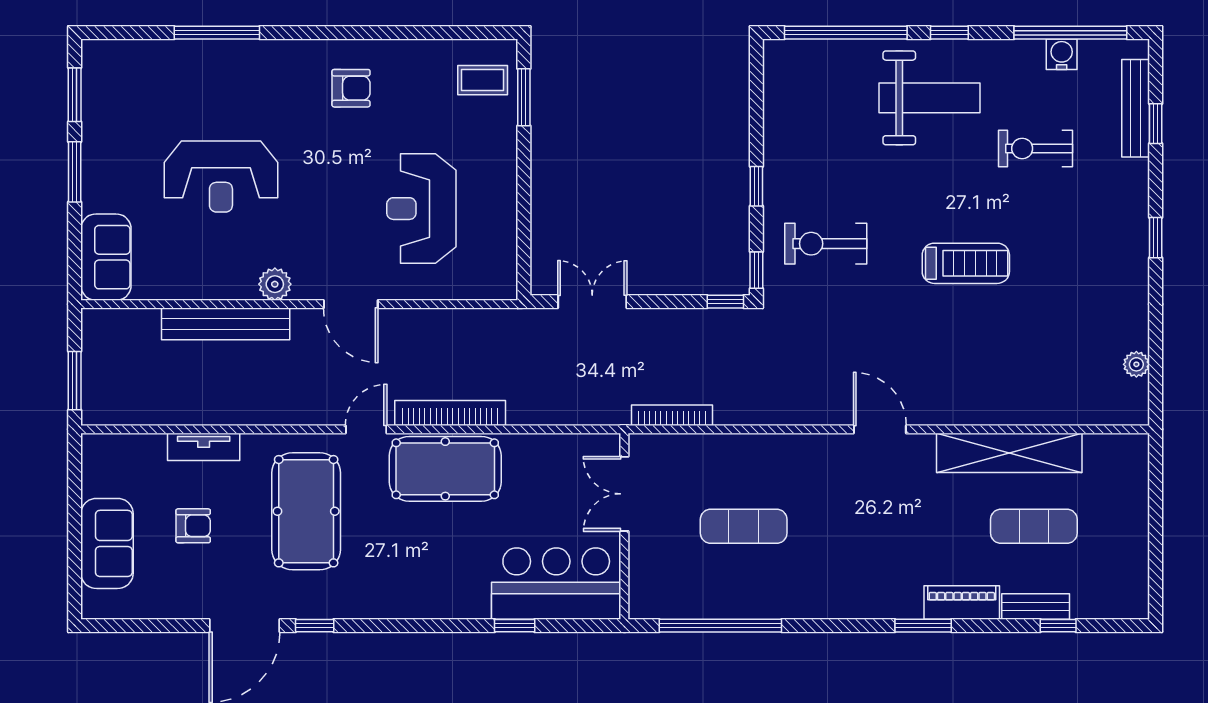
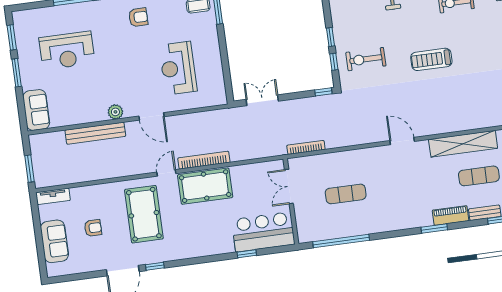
reception desk: (221, 176) -> (67, 50), moved
treadmill: (966, 263) -> (431, 59), turned 180
window: (756, 270) -> (334, 62), moved
tv unit: (204, 447) -> (53, 196), moved

